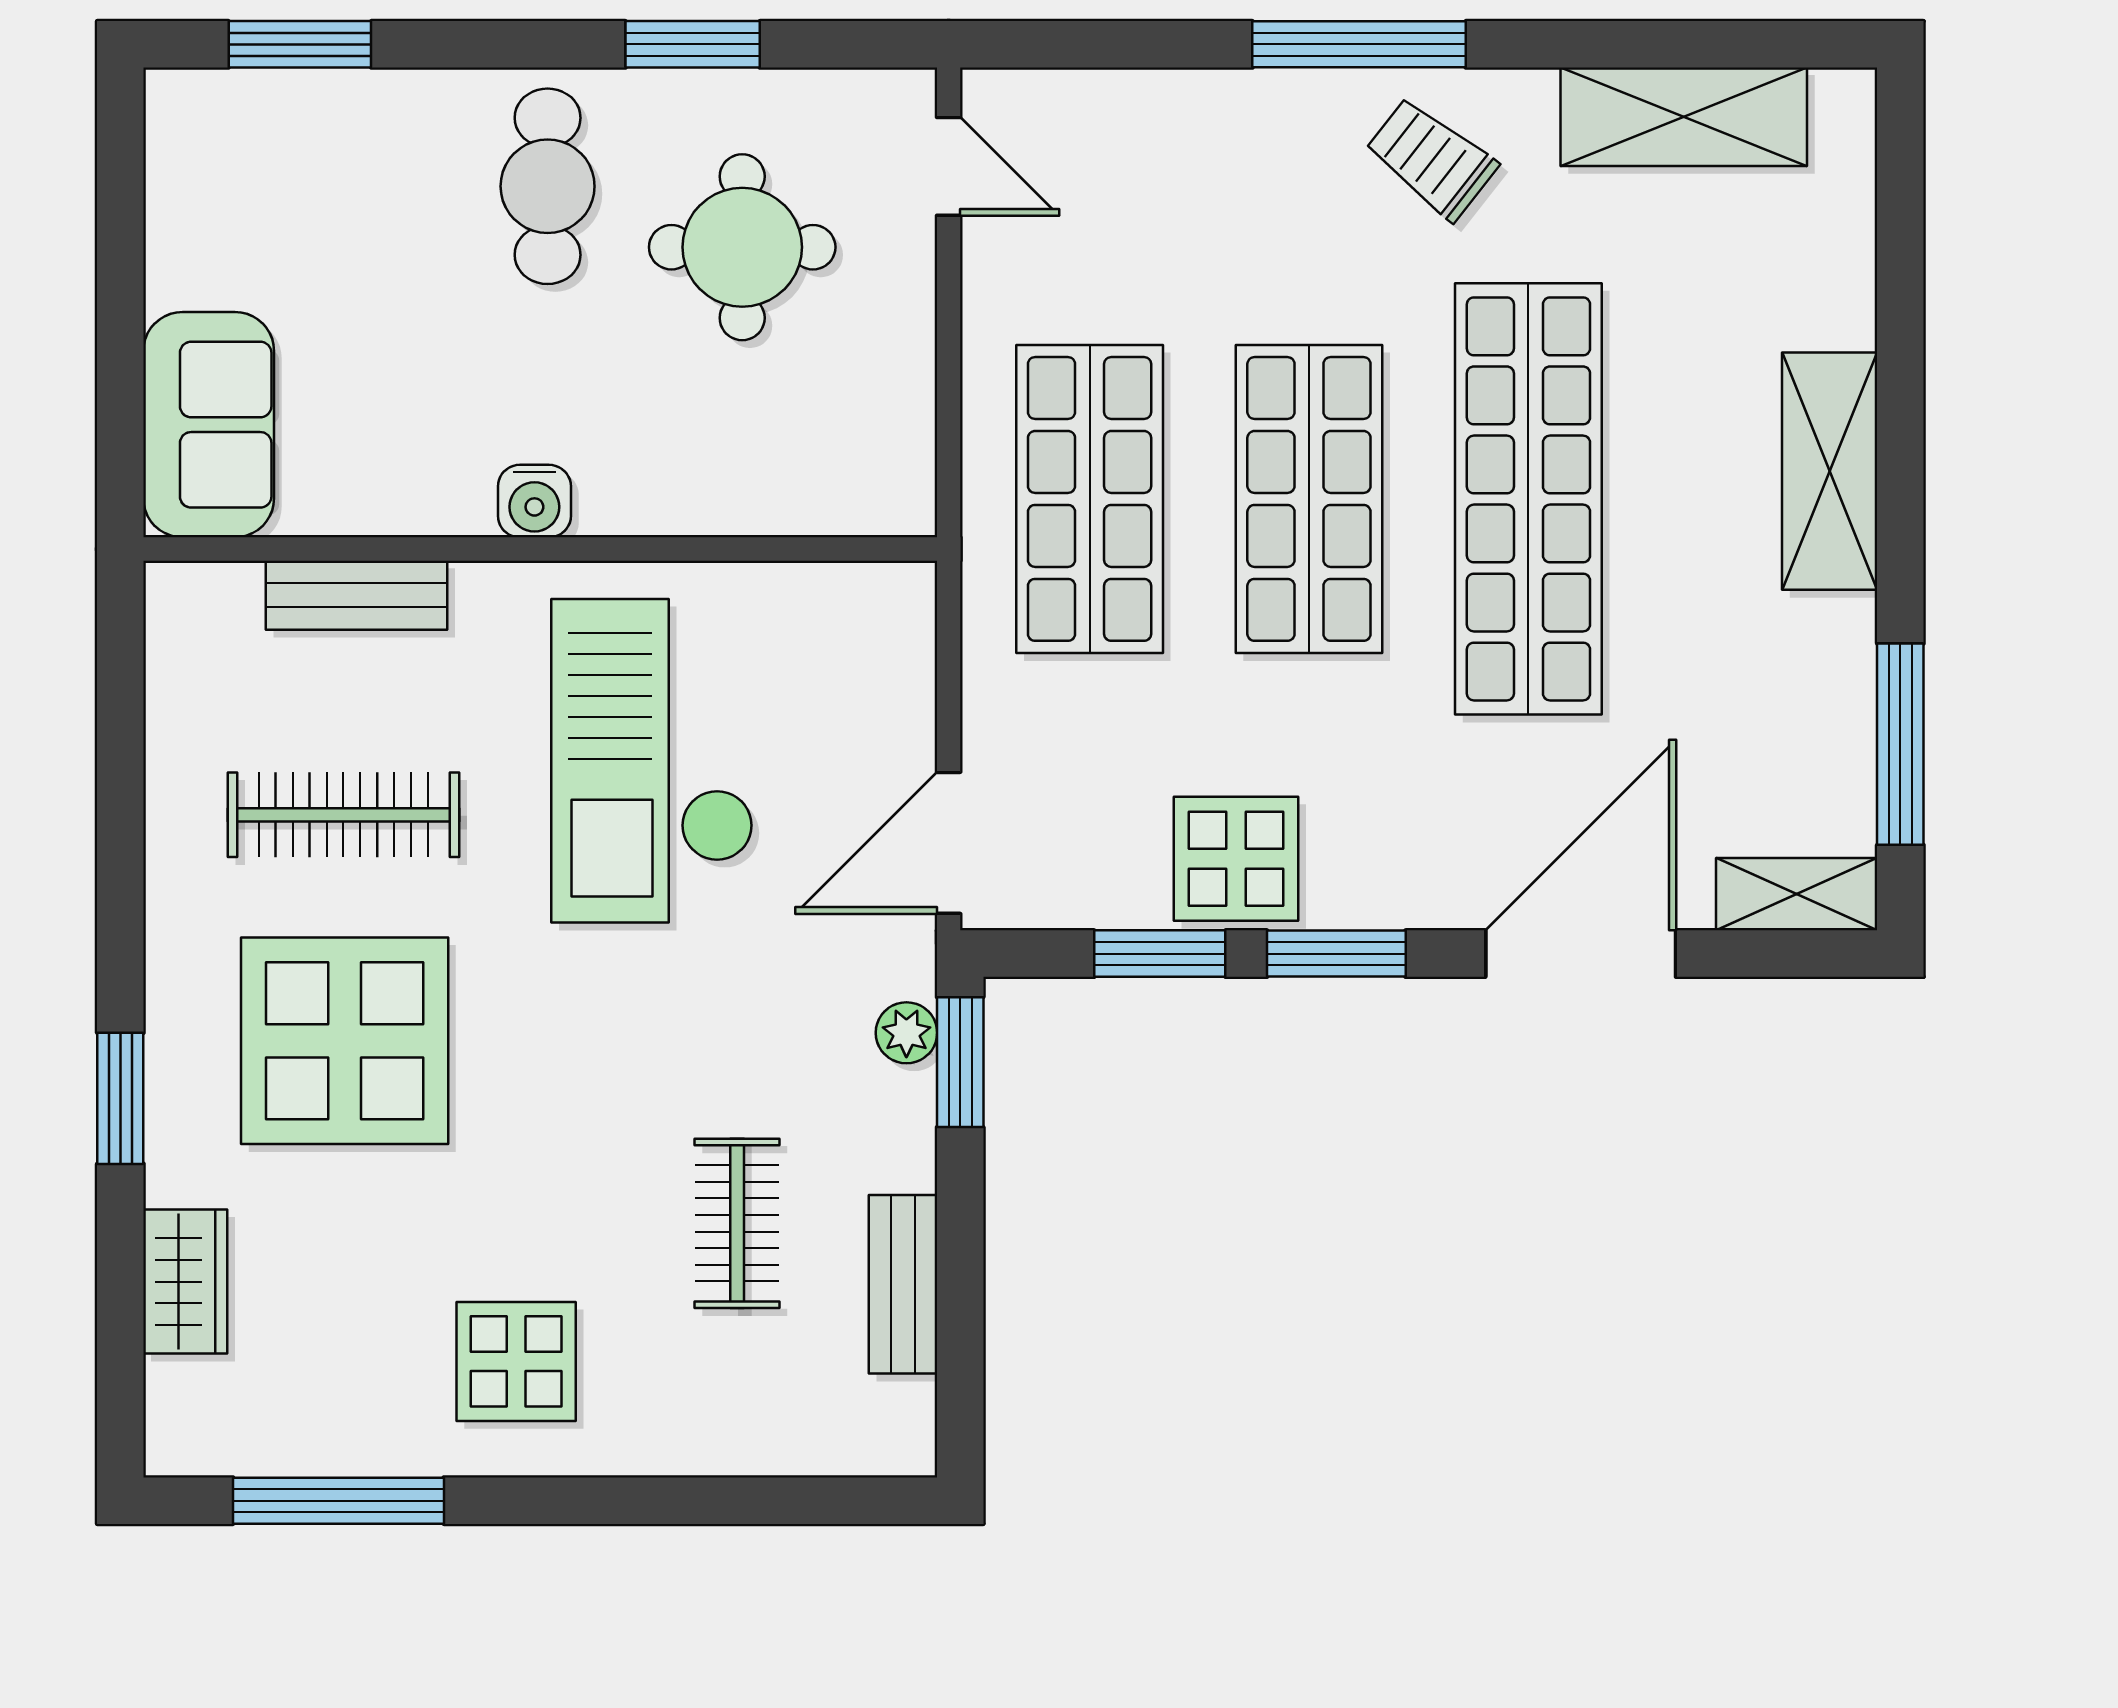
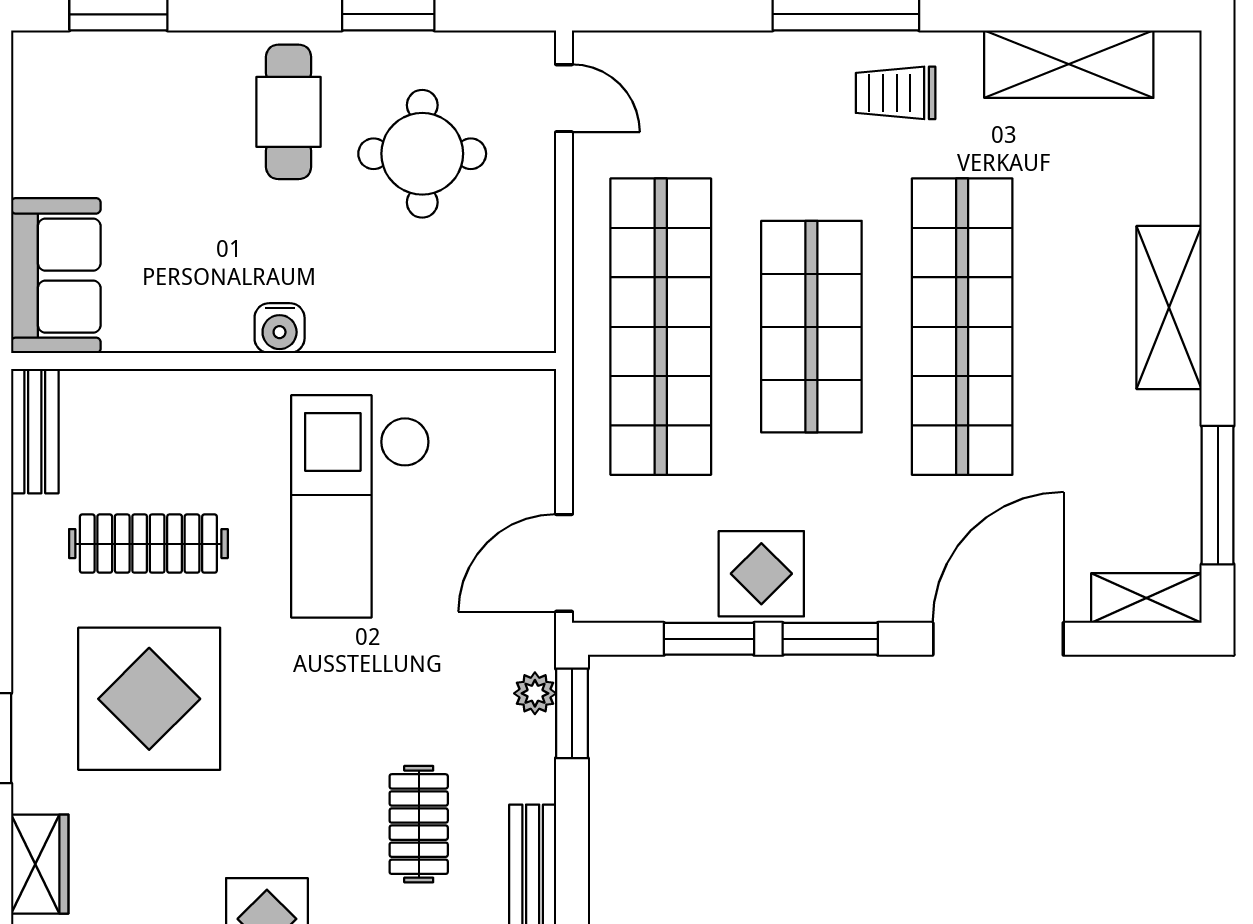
trolley: (1431, 159) -> (896, 93), turned -38
shop shelf: (1090, 499) -> (661, 327), width x1.40
bench: (356, 595) -> (35, 431), moved, turned 90

